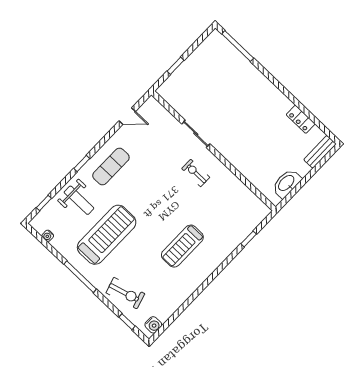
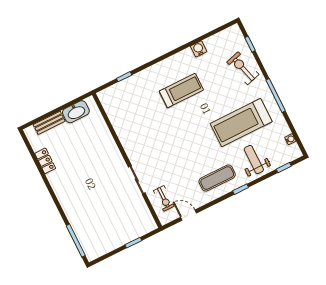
bench: (320, 152) -> (49, 123), moved
exercise bike: (196, 173) -> (164, 198), moved
water cooler: (153, 325) -> (199, 49), moved

